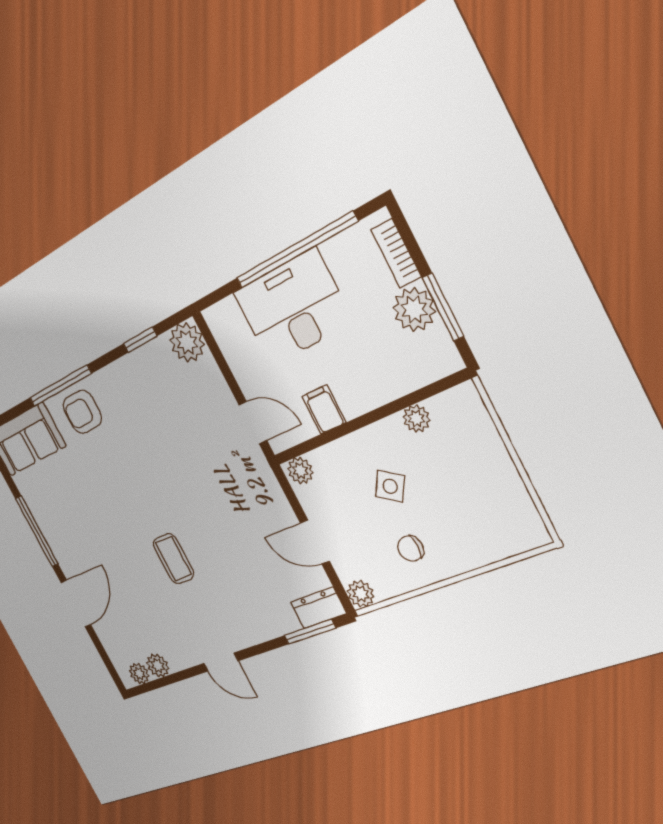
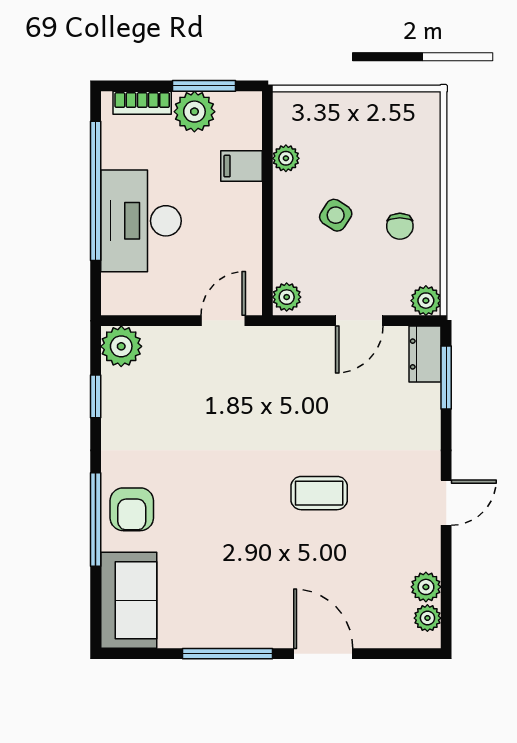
filing cabinet: (324, 409) -> (241, 166), moved

